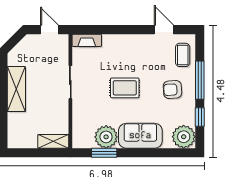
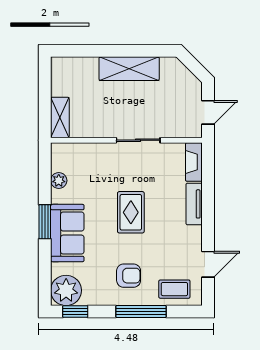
tv unit: (118, 40) -> (194, 204), added
armchair: (172, 90) -> (129, 276), turned 94
window: (200, 117) -> (75, 312), moved
plant: (106, 137) -> (59, 181), width x0.53, depth x0.53
window: (104, 153) -> (45, 222), moved

